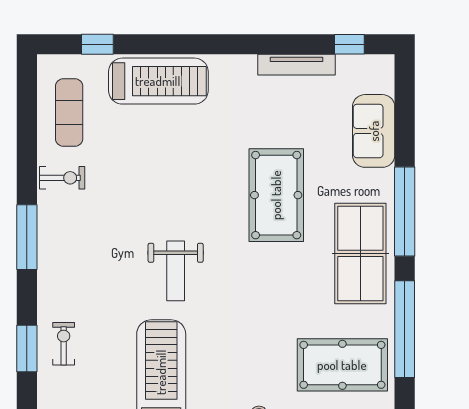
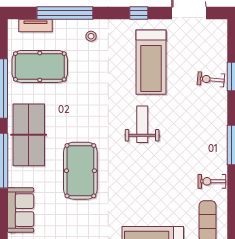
exercise bike: (64, 344) -> (211, 79), turned 95

